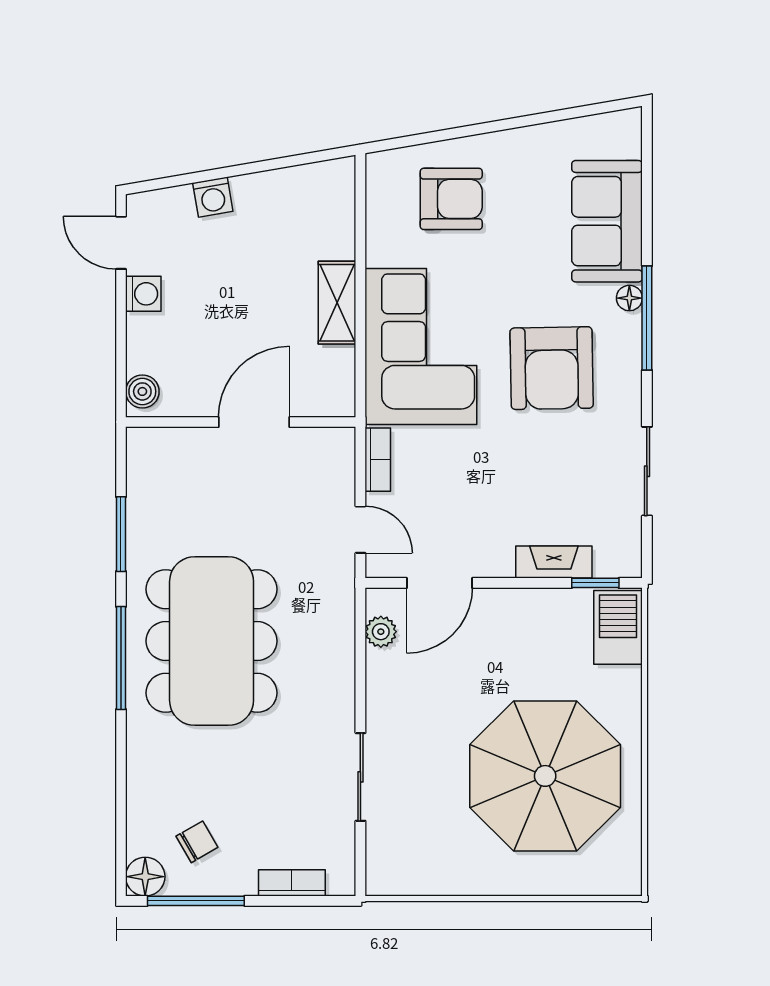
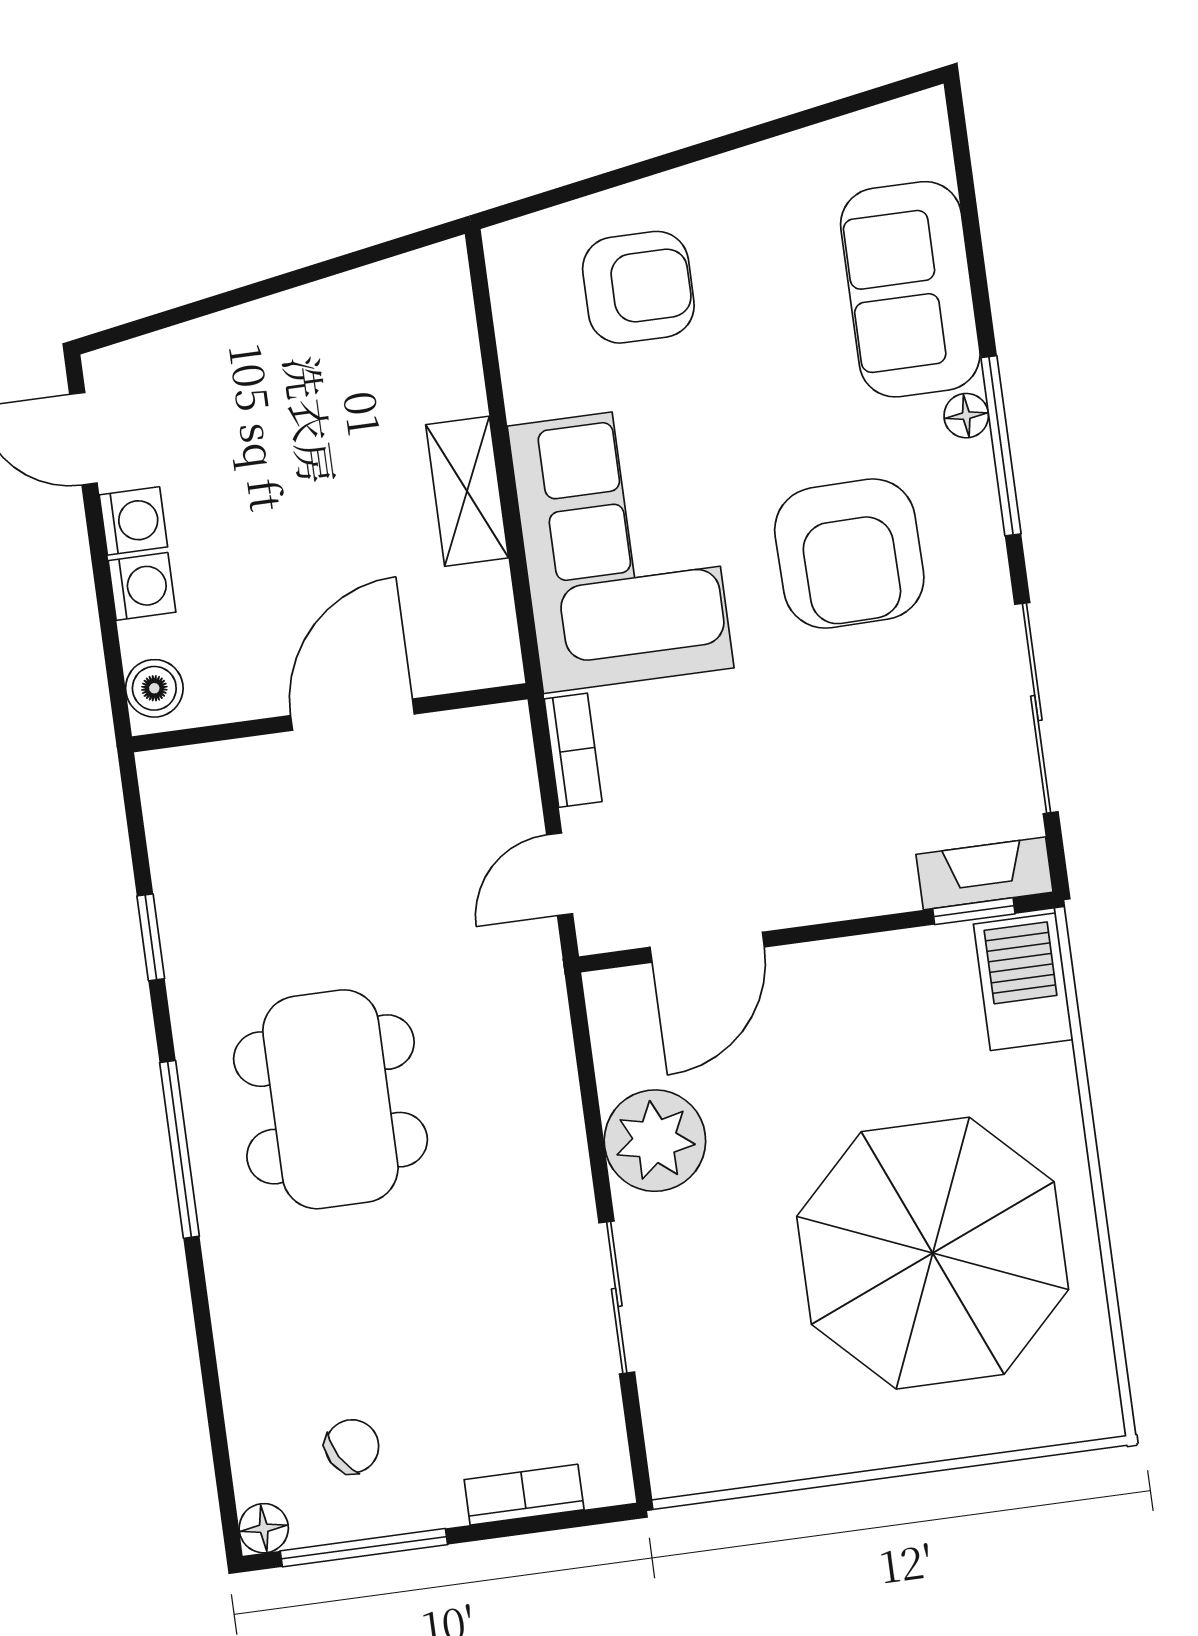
washing machine: (213, 197) -> (142, 586), moved, turned -80
sliding door: (647, 471) -> (1036, 708), width x1.37
door: (360, 530) -> (560, 874), swing flipped
window: (121, 534) -> (151, 937), width x0.67
fireplace: (554, 562) -> (985, 873), moved
plant: (381, 632) -> (655, 1141), moved, width x1.88, depth x1.88
dining table: (212, 641) -> (330, 1099), width x0.73, depth x0.80
floor lamp: (145, 877) -> (264, 1528), width x0.73, depth x0.73

